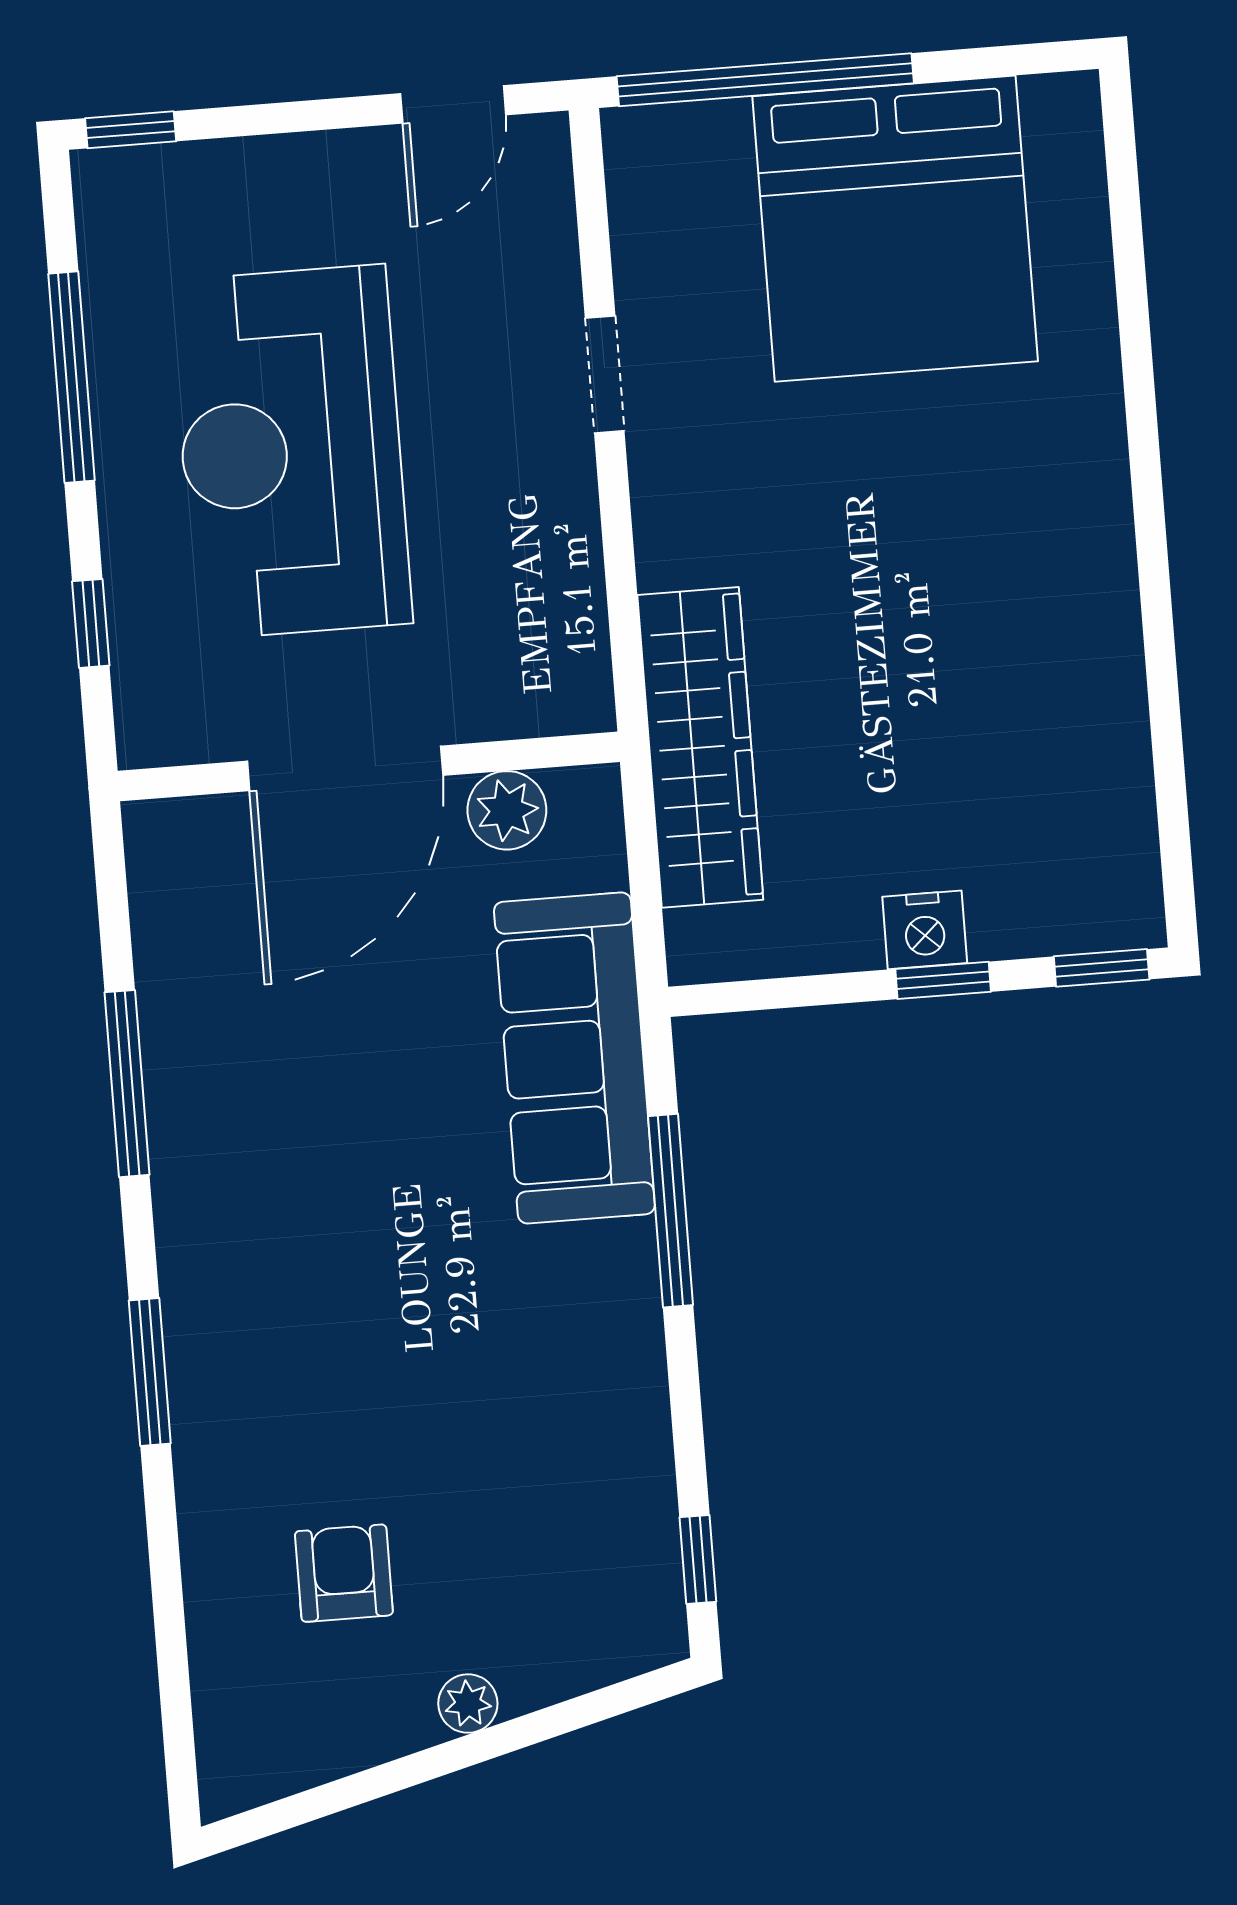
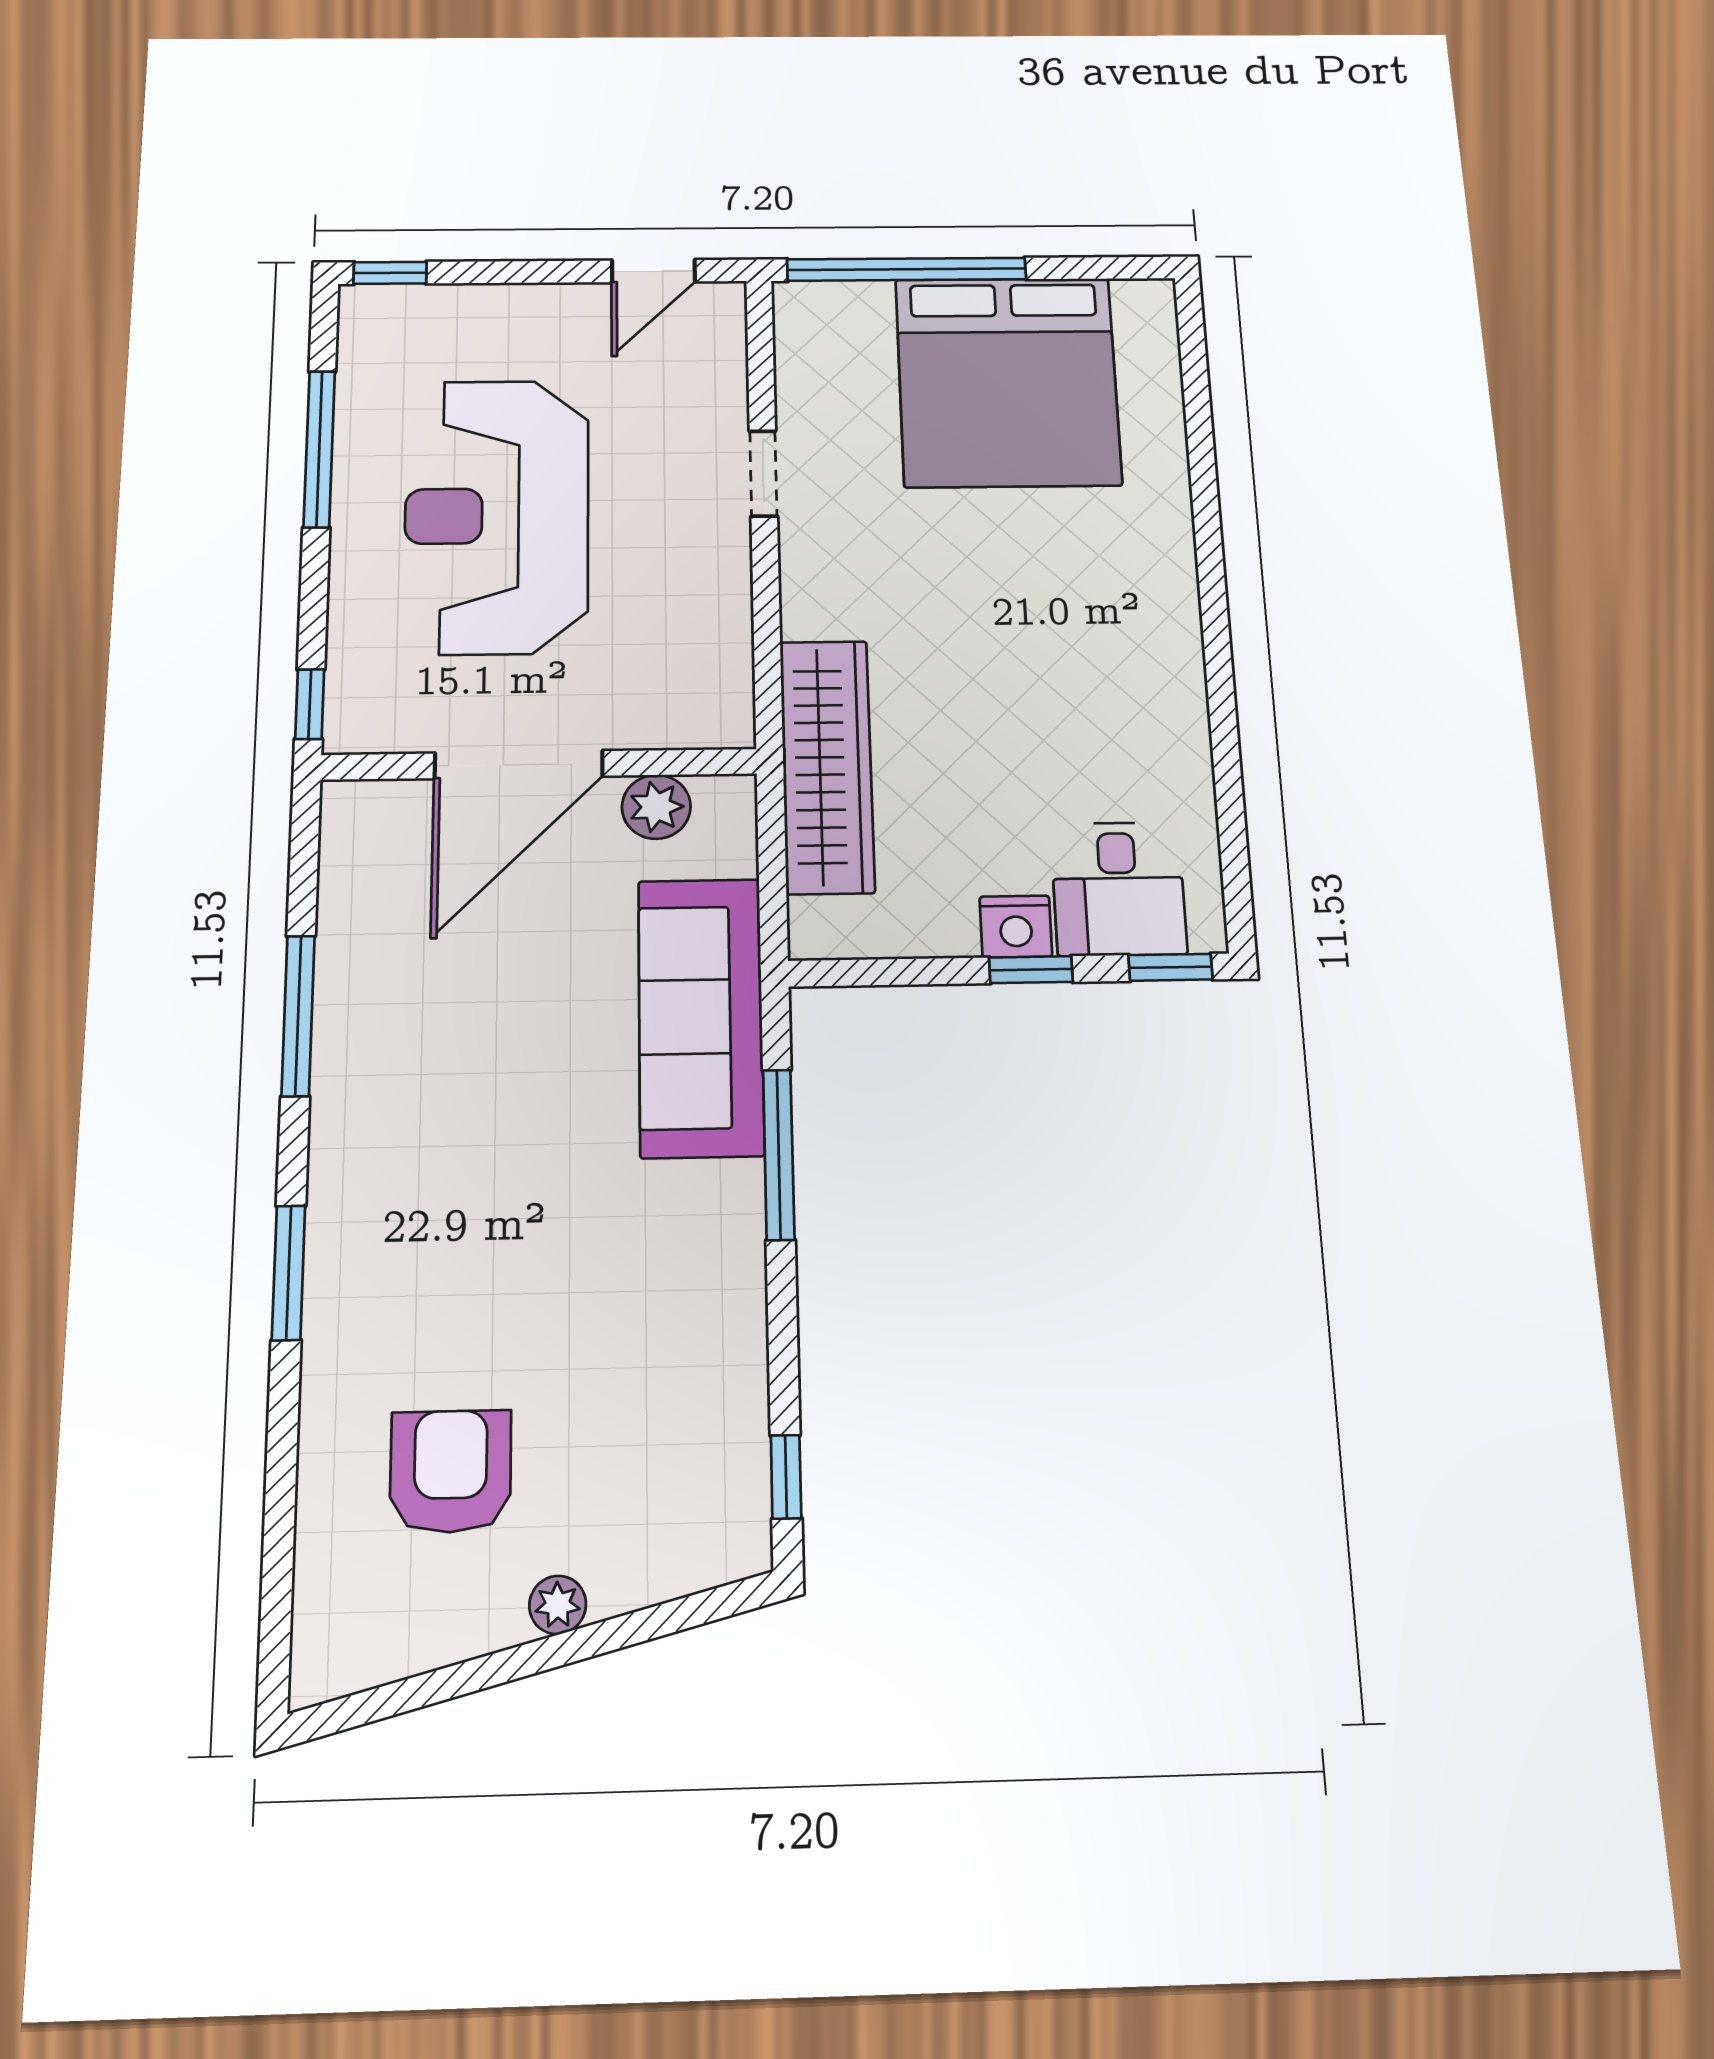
window: (91, 623) -> (310, 704), moved
desk: (1041, 877) -> (1118, 889), added
armchair: (344, 1573) -> (451, 1471), width x1.38, depth x1.38

